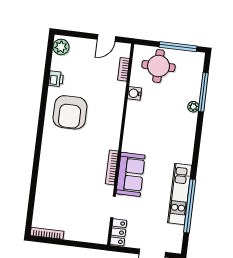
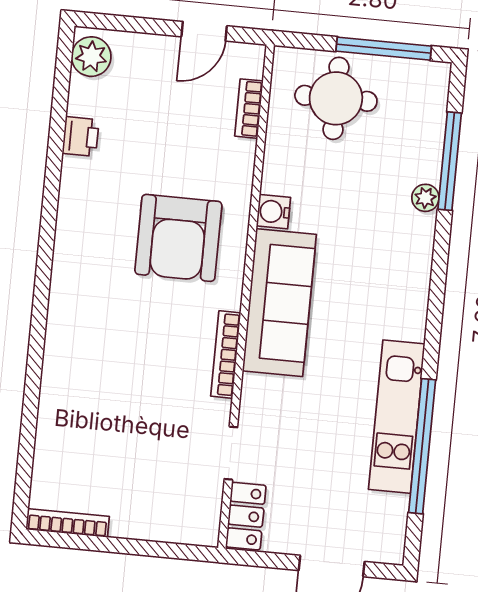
water cooler: (134, 93) -> (273, 212), moved
armchair: (70, 112) -> (178, 238), moved
sofa: (131, 174) -> (279, 303), moved, width x1.36

